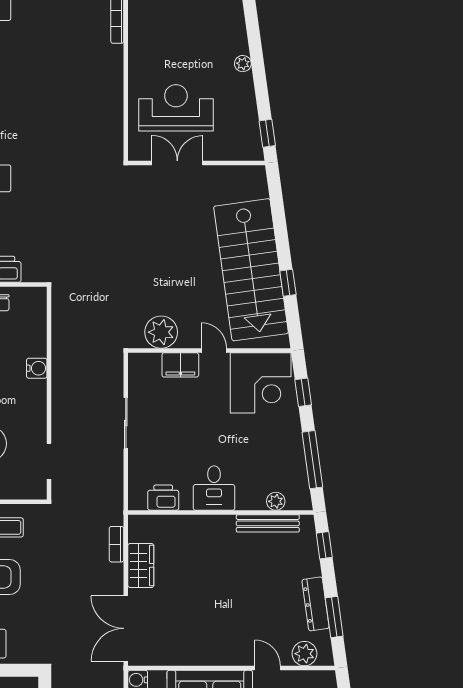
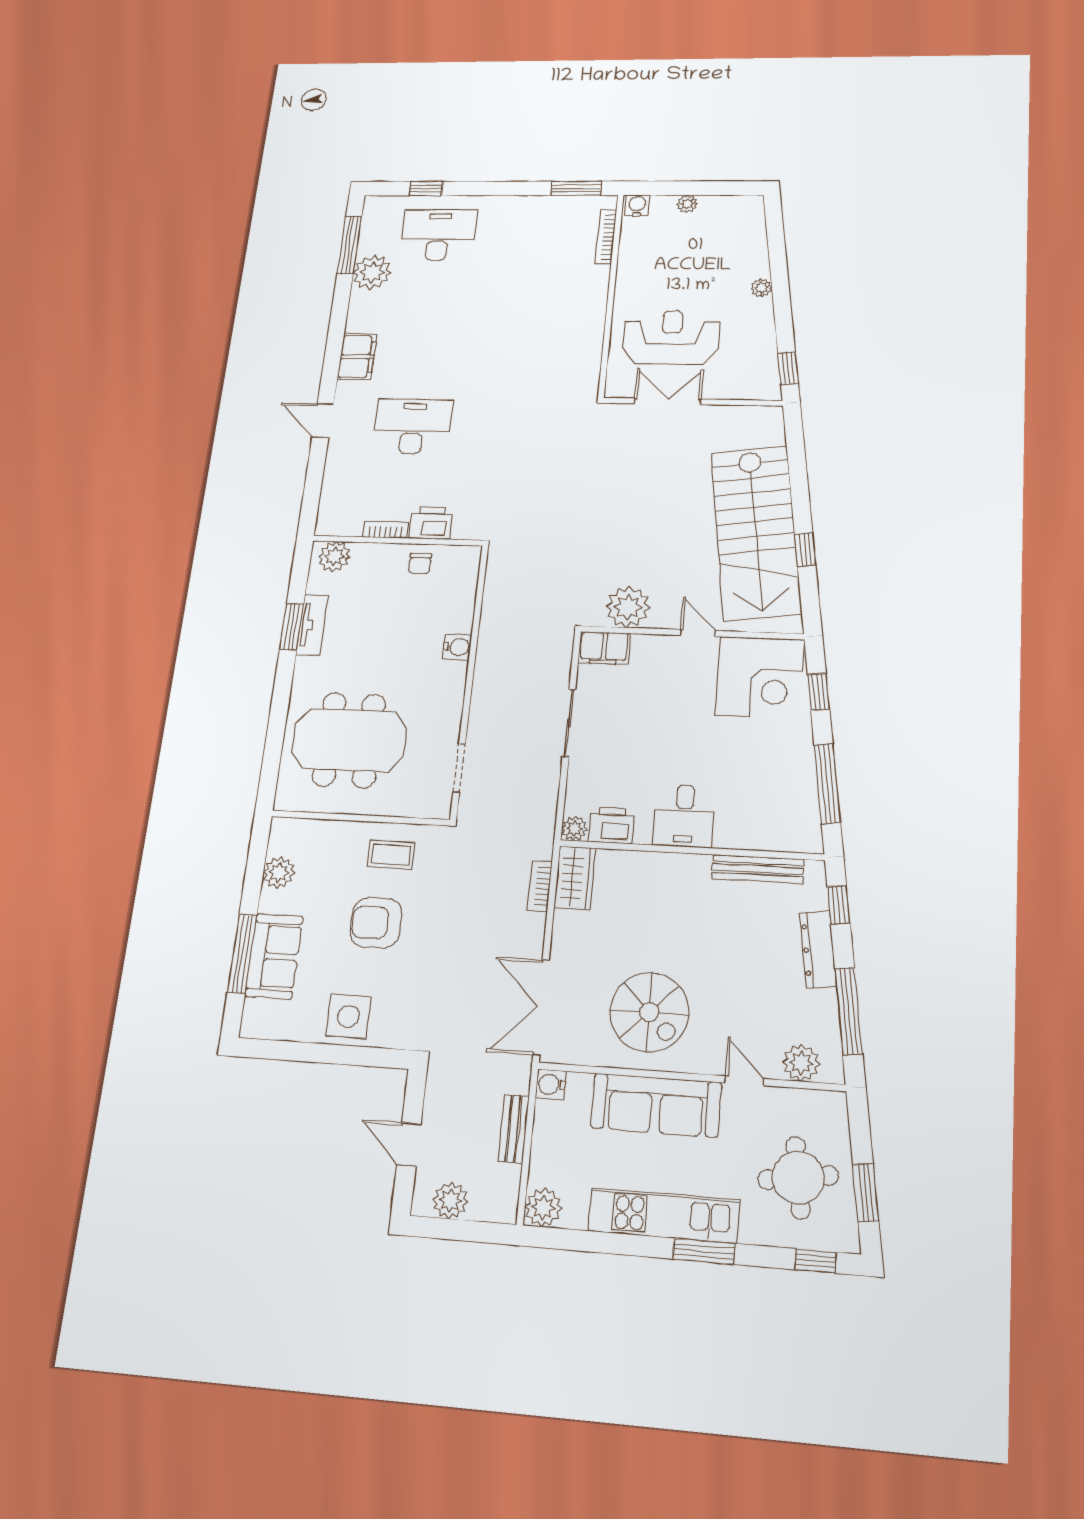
filing cabinet: (180, 365) -> (604, 648), moved
plant: (276, 501) -> (574, 828), moved
wardrobe: (141, 565) -> (575, 878), moved
dresser: (316, 604) -> (818, 949), moved
window: (334, 617) -> (849, 1011), width x1.44
spiral stairs: (200, 627) -> (649, 1012), added

